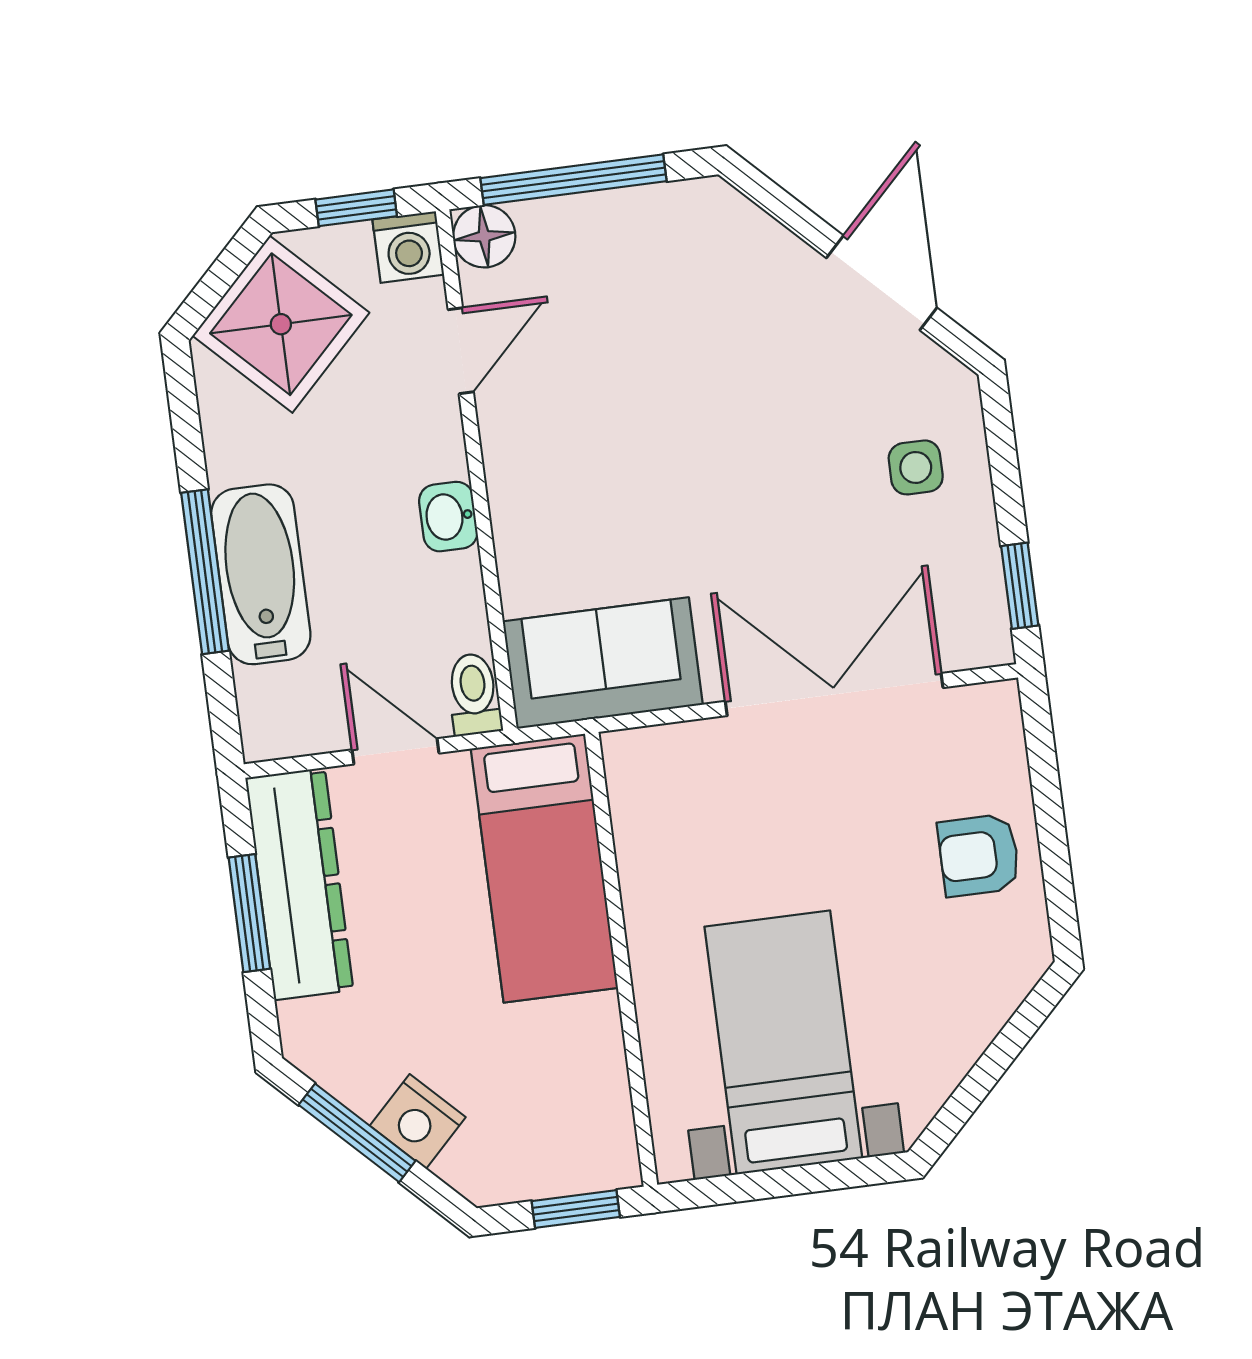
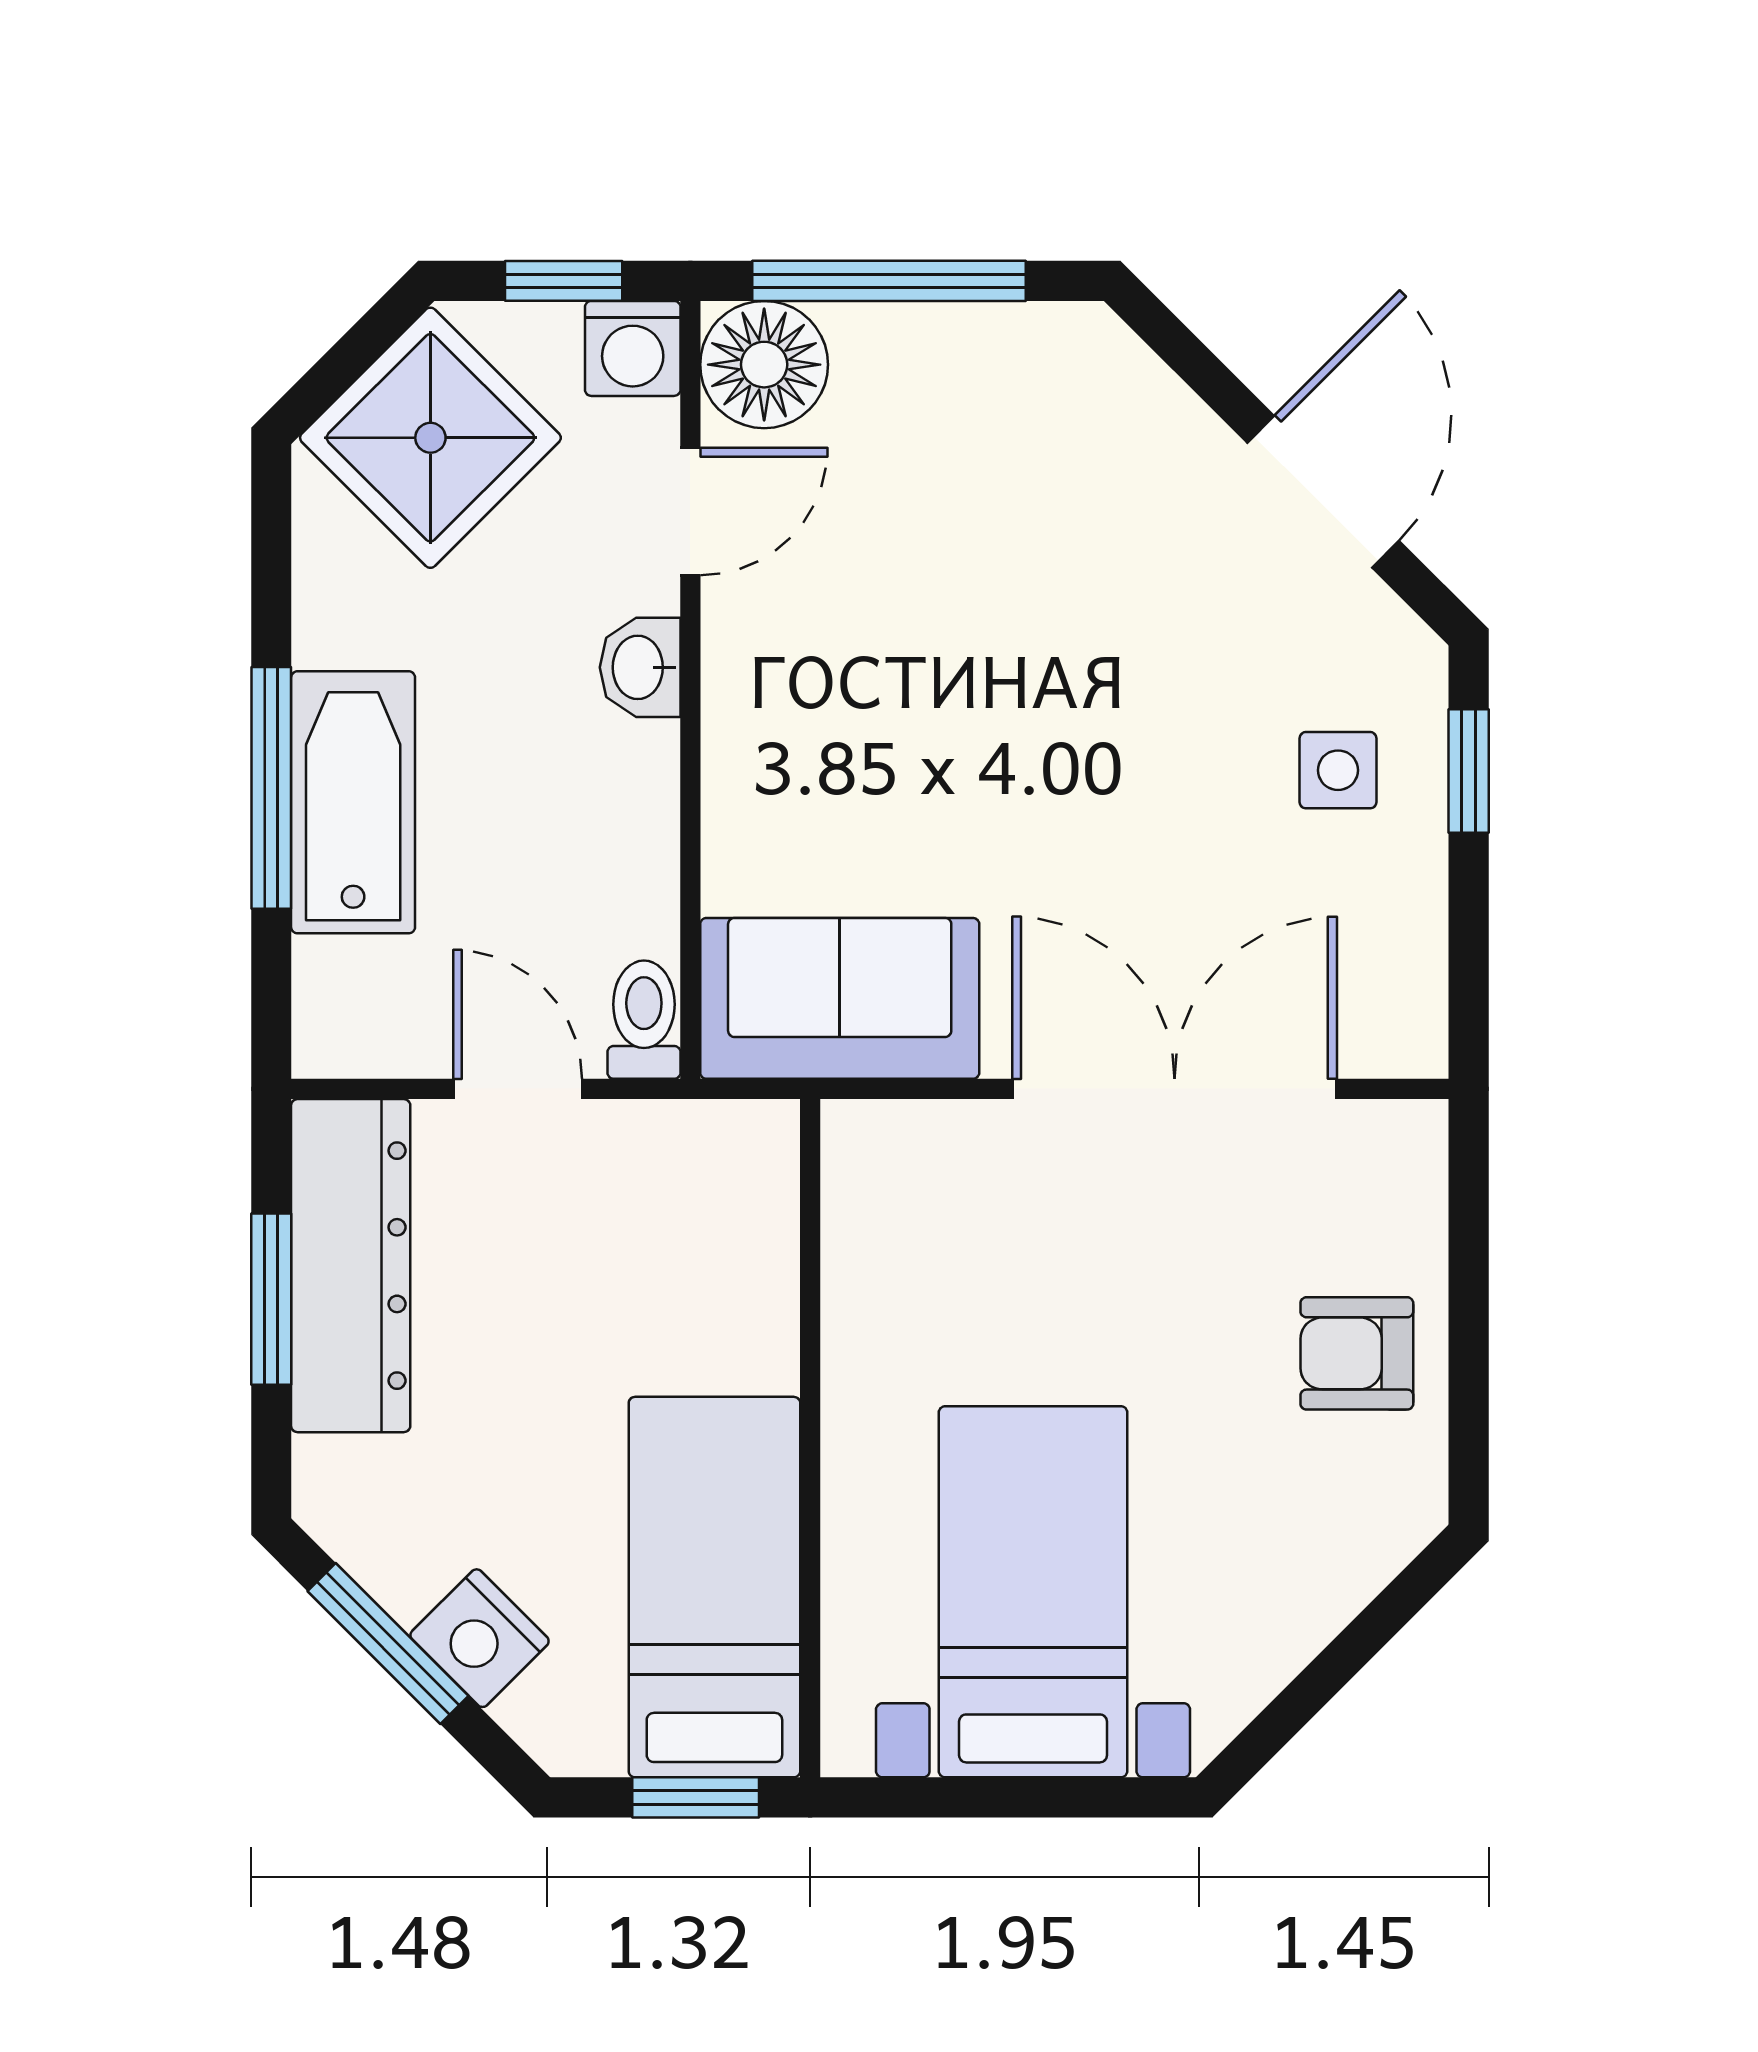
floor lamp: (484, 236) -> (764, 365), width x1.38, depth x1.38
washbasin: (448, 517) -> (640, 667), moved
window: (1020, 586) -> (1469, 771), moved
bed: (544, 868) -> (714, 1587), moved, turned 180

